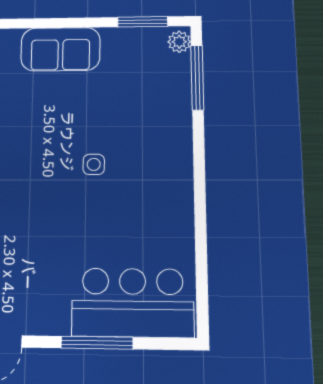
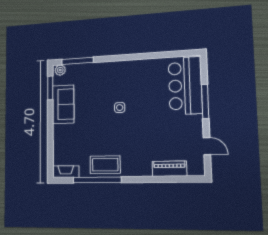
sofa: (60, 49) -> (63, 104), moved

